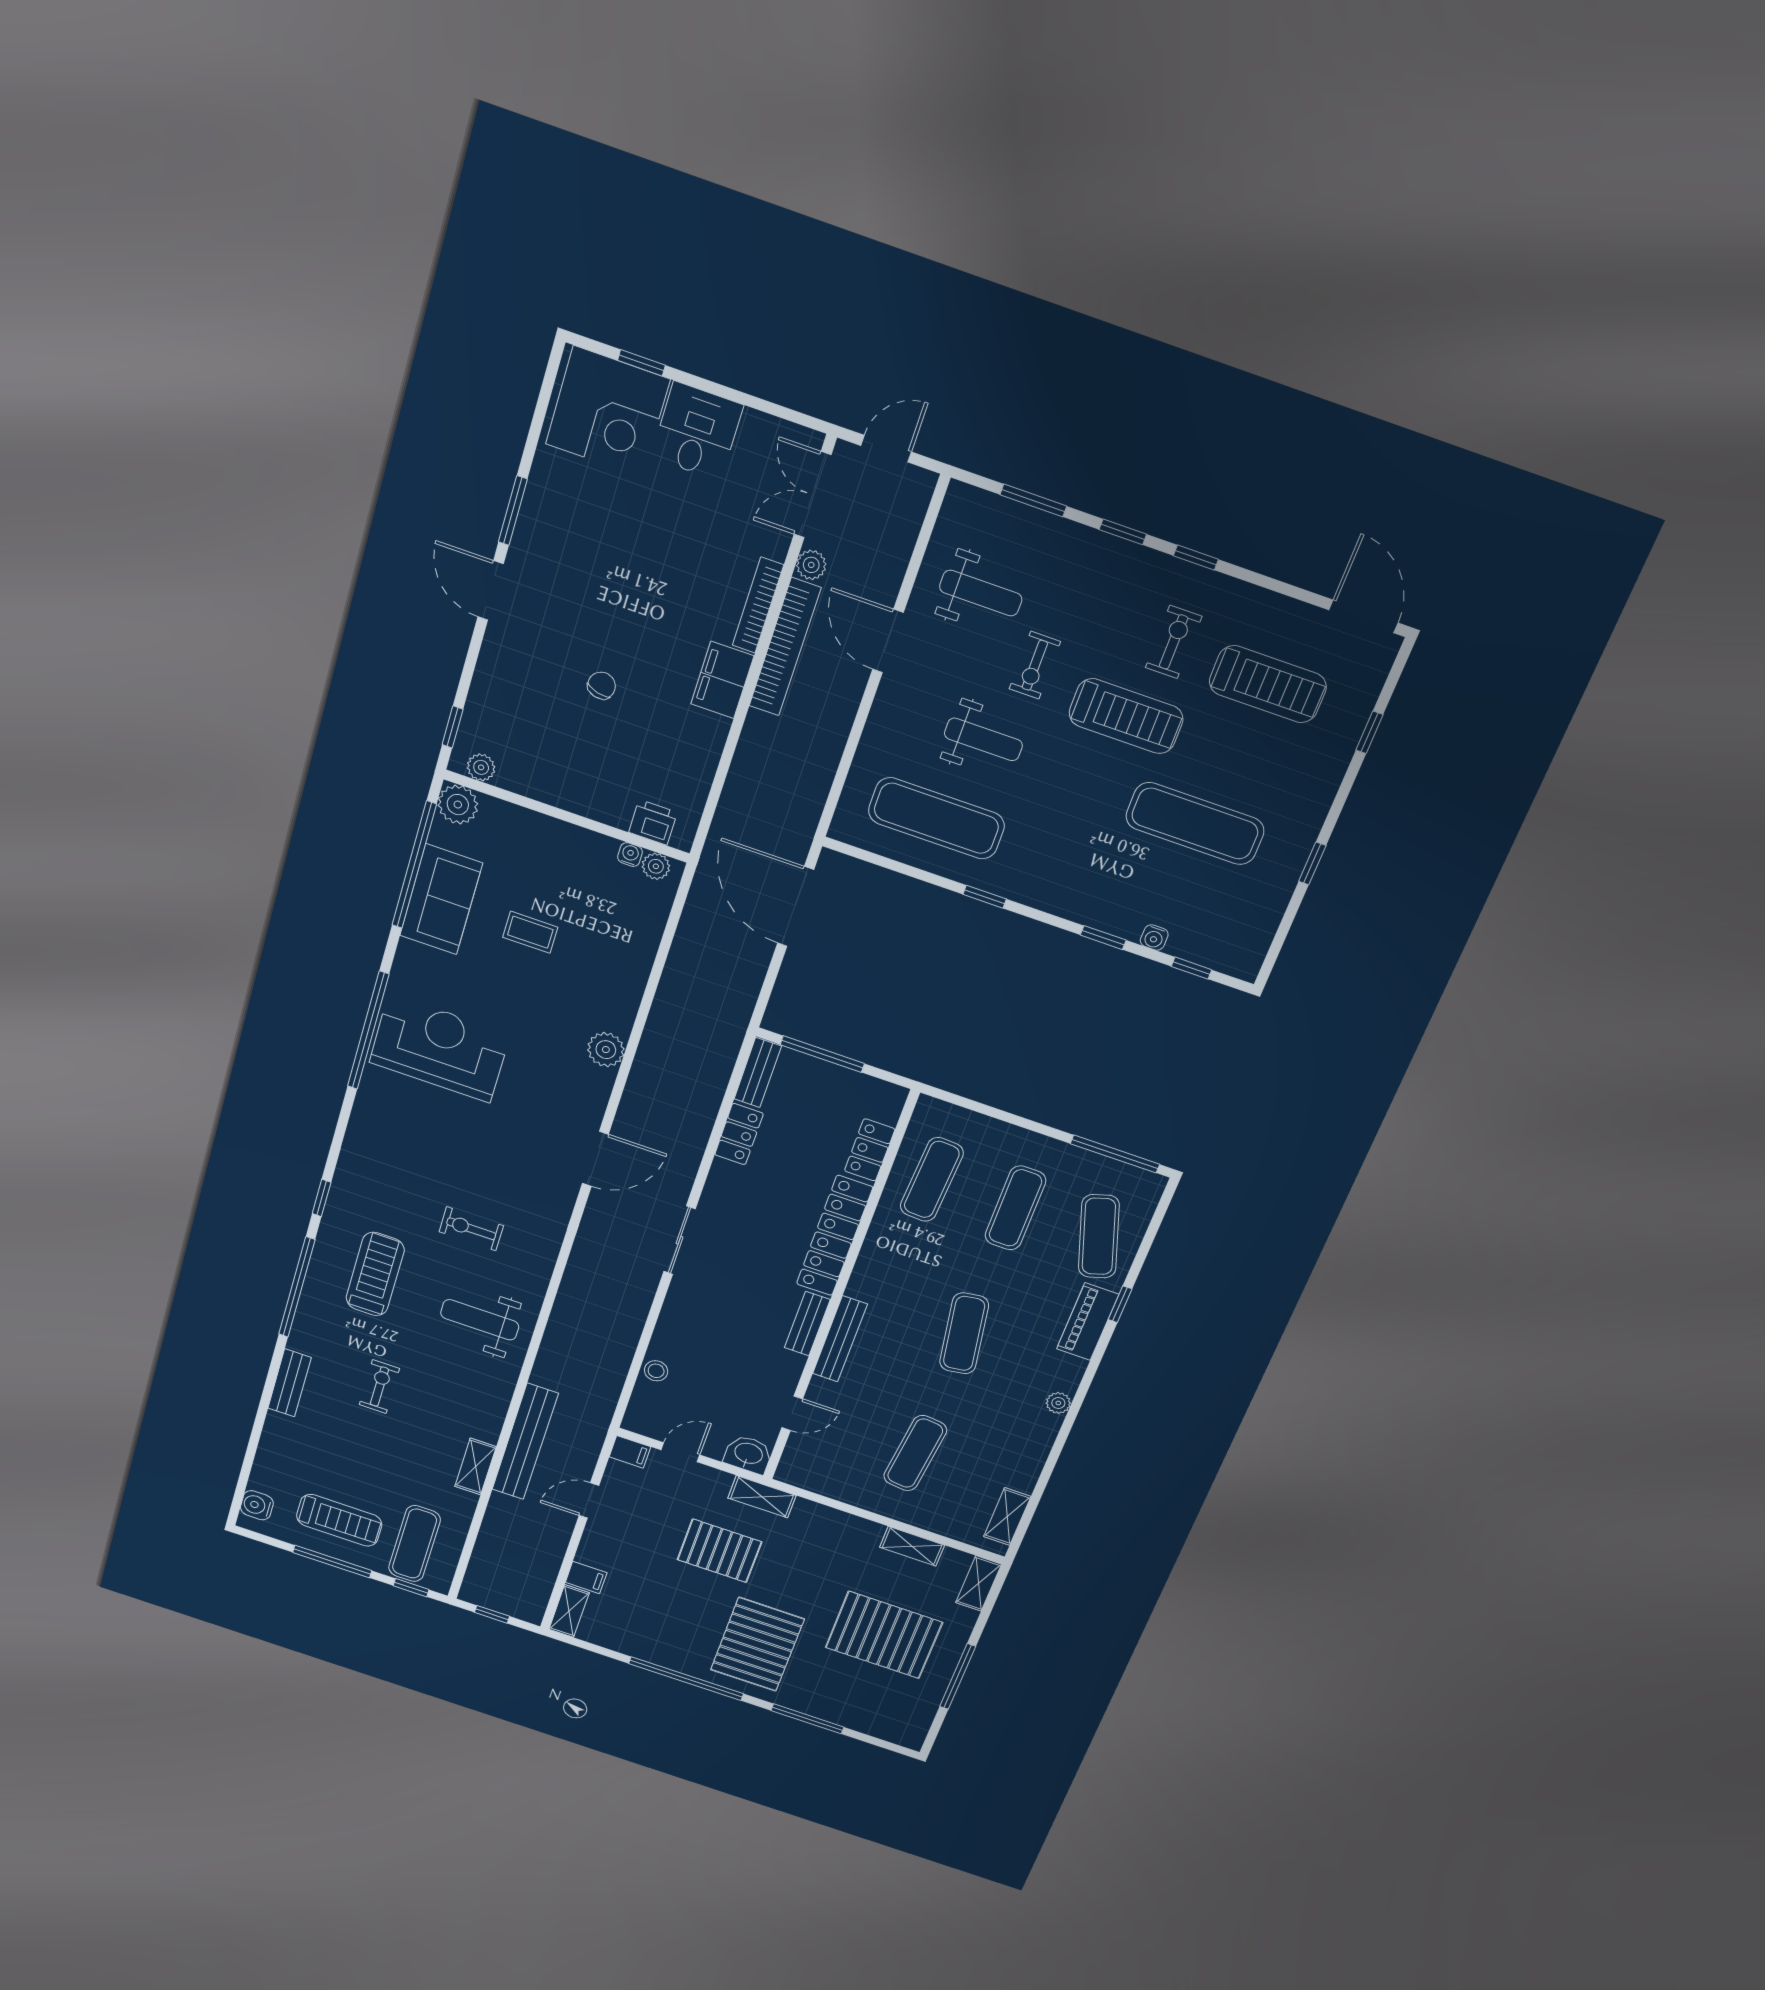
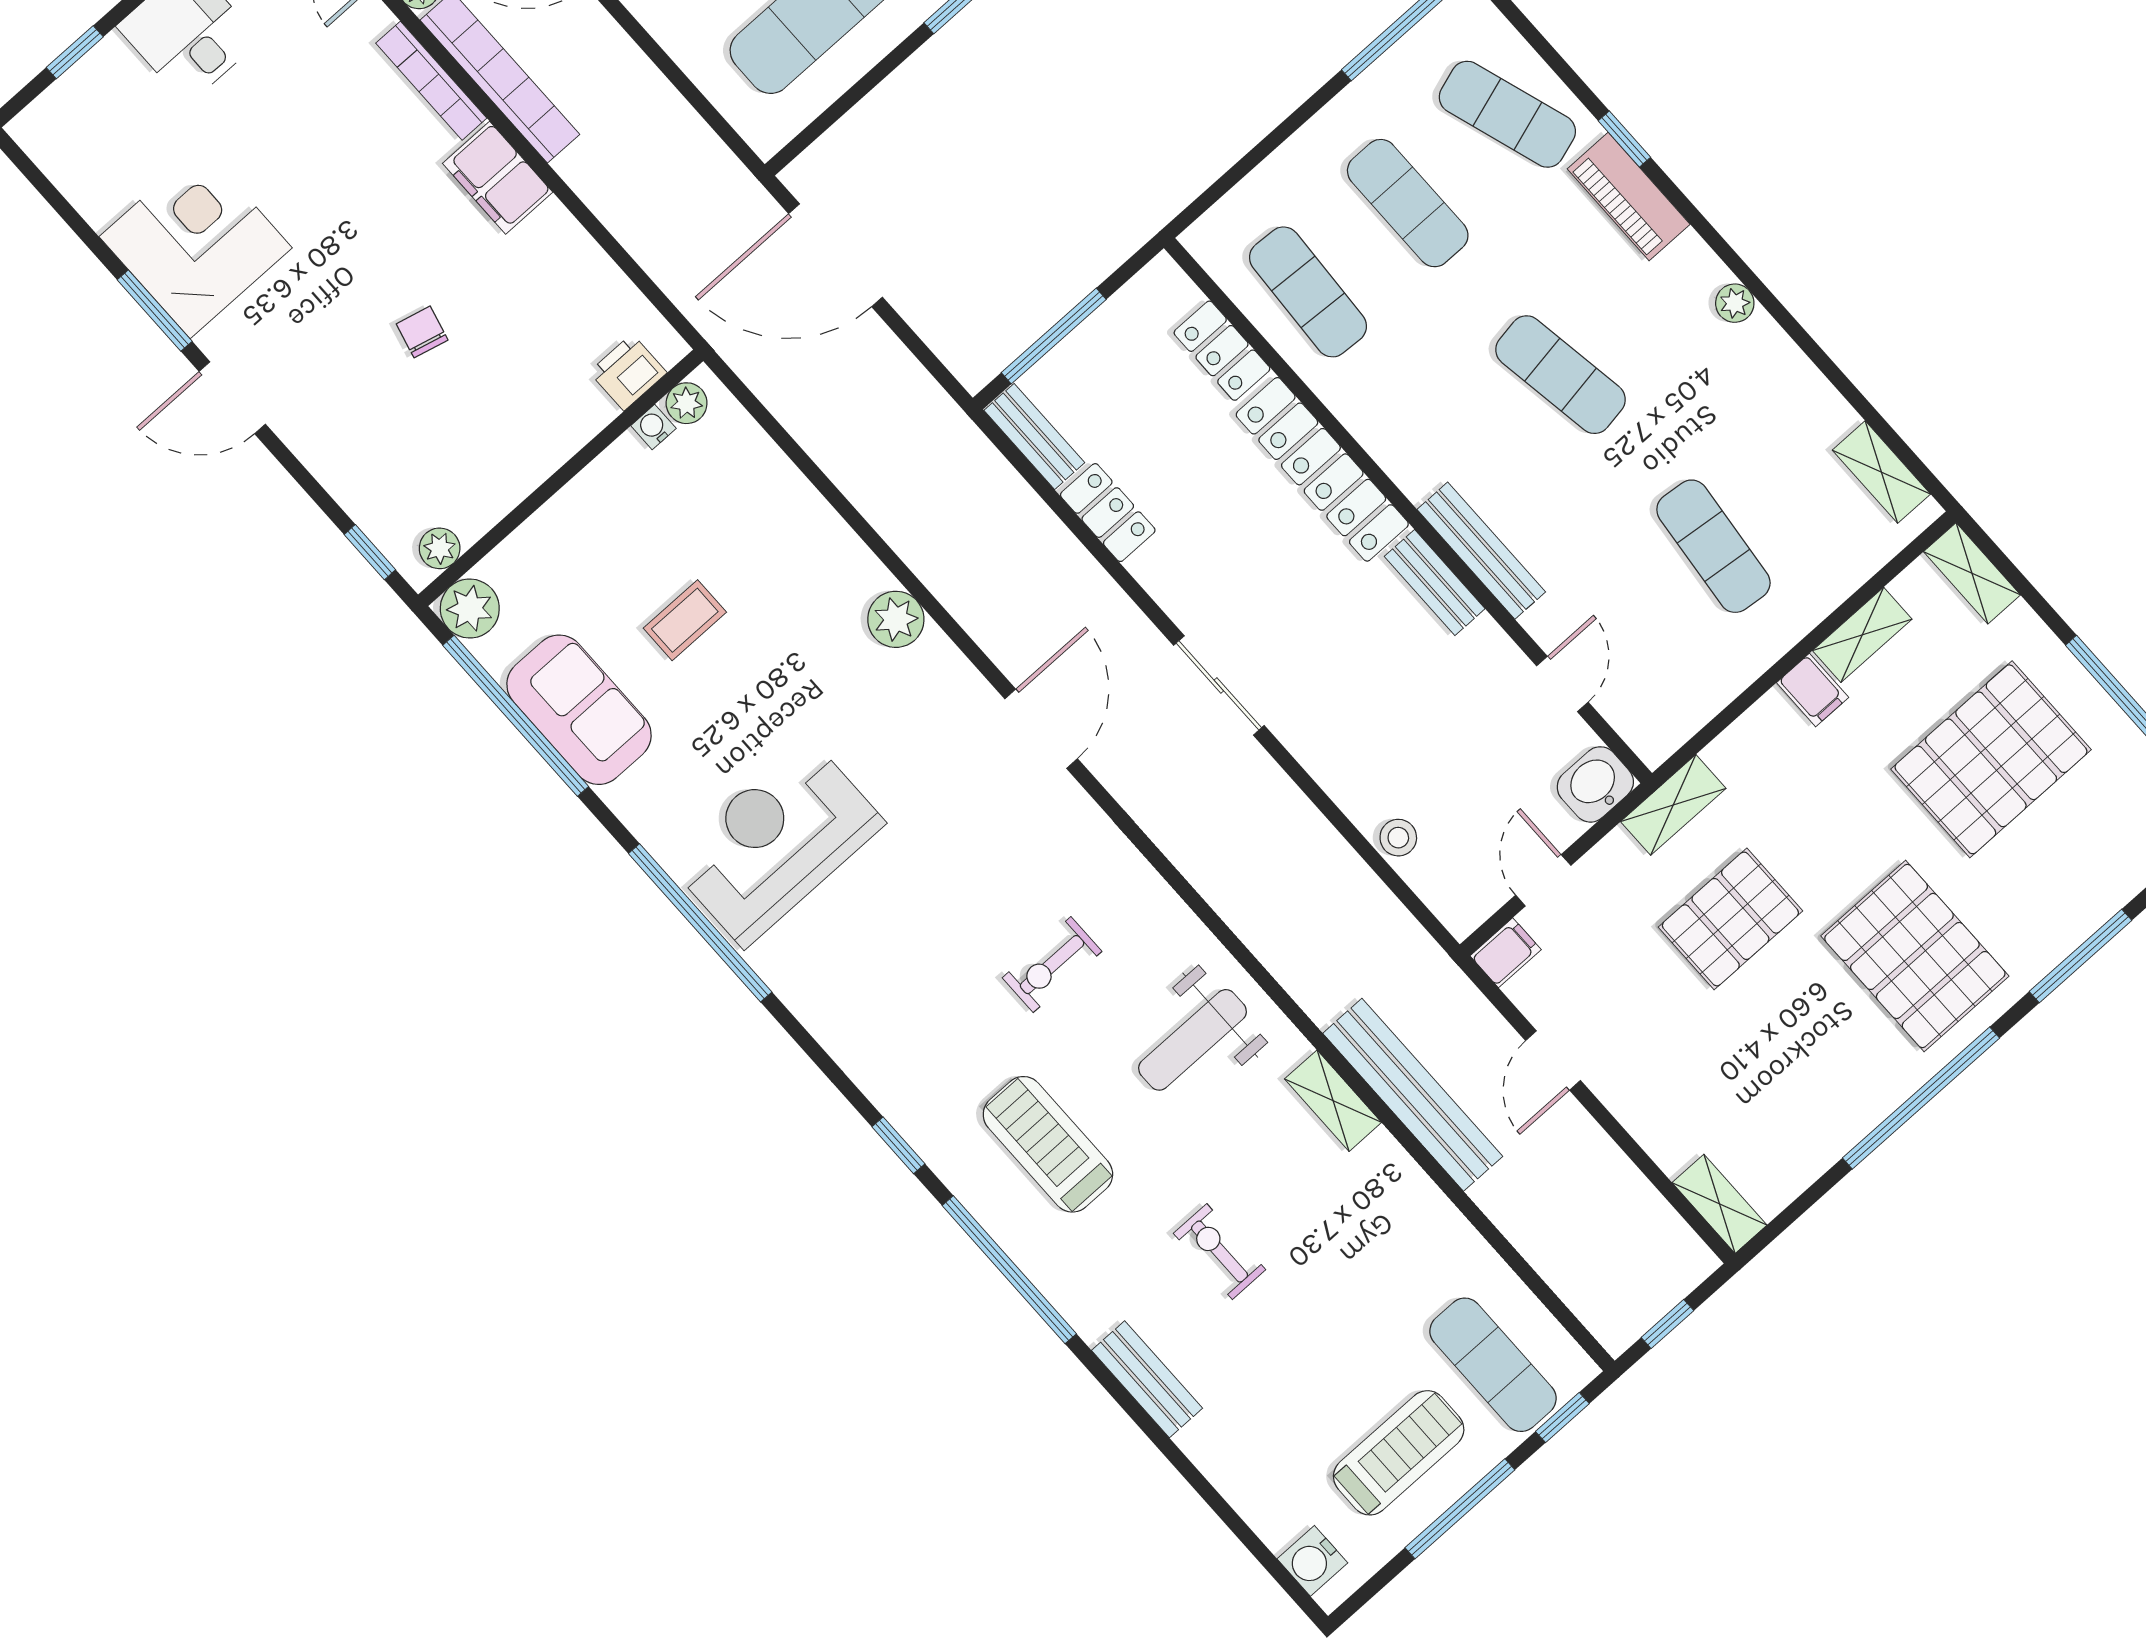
corner desk: (608, 412) -> (196, 242), moved, turned -90
shelving: (475, 1466) -> (1333, 1101), moved
filing cabinet: (586, 1578) -> (1813, 690), moved, turned 90

